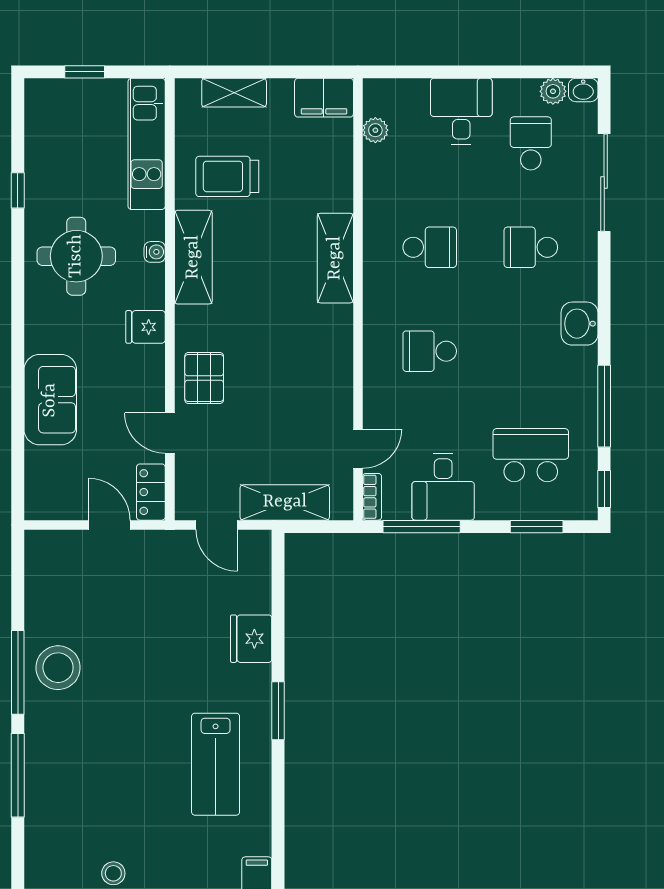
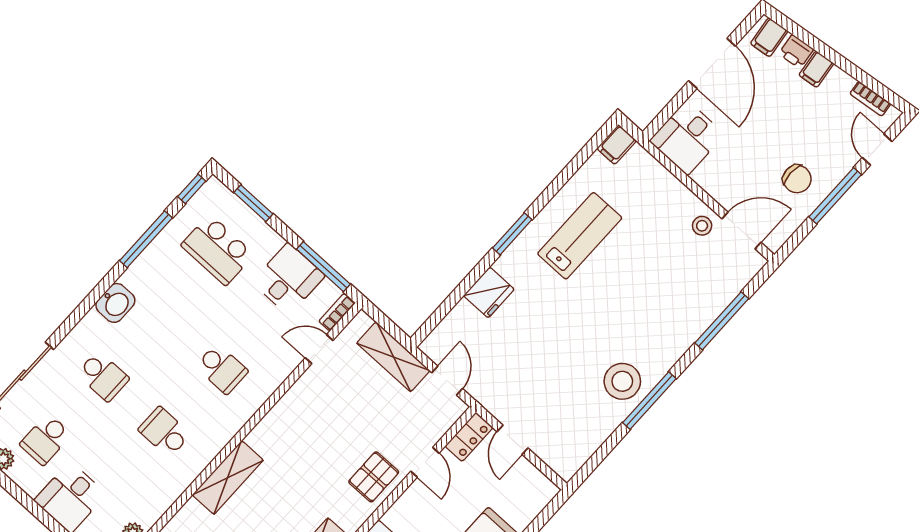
window: (18, 775) -> (722, 321), moved

